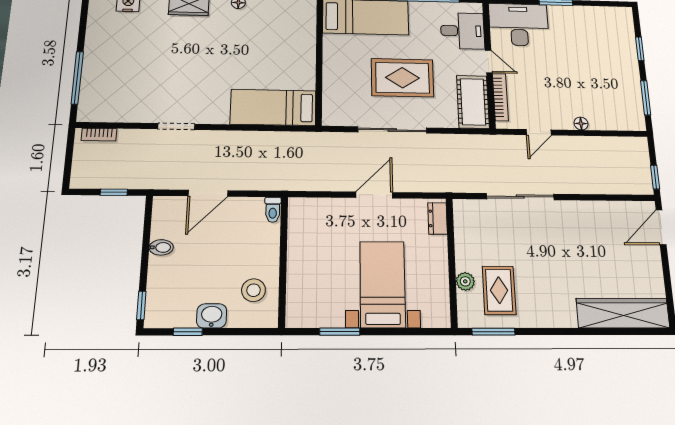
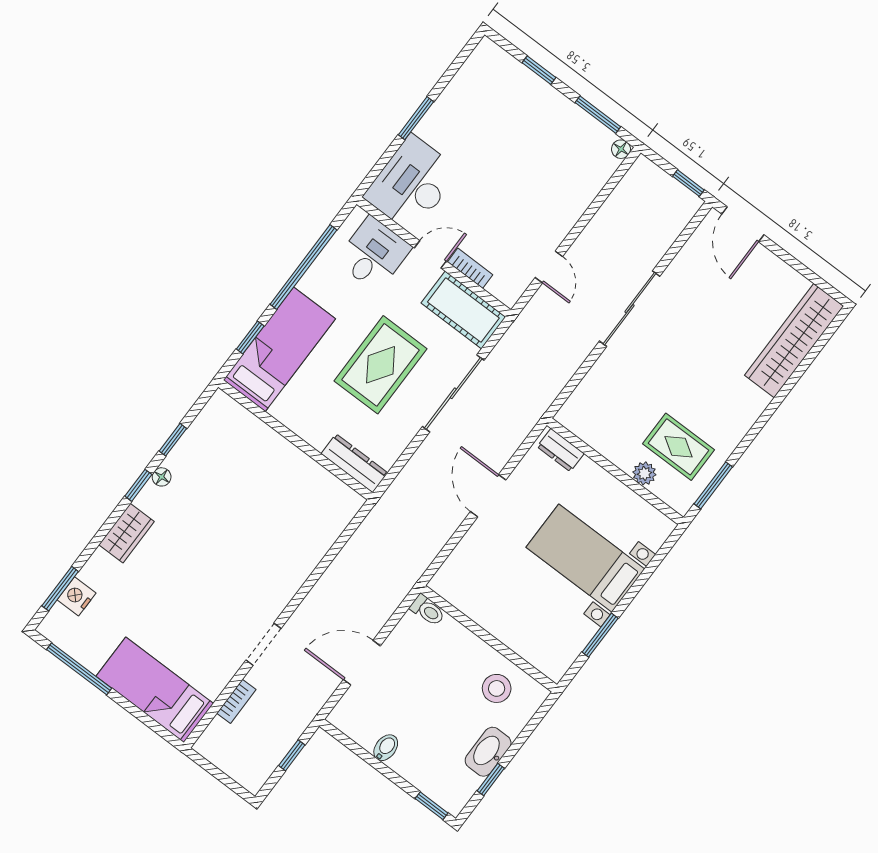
window: (77, 78) -> (79, 669), moved
bookcase: (500, 97) -> (470, 268), width x0.64
dresser: (332, 103) -> (354, 463), added
bed: (273, 107) -> (155, 690), moved, turned 90
floor lamp: (581, 124) -> (621, 149), moved
sliding door: (392, 130) -> (453, 393), moved
bookcase: (99, 135) -> (236, 701), moved
door: (208, 193) -> (362, 663), swing flipped
sliding door: (520, 197) -> (630, 309), moved
washbasin: (212, 316) -> (488, 752), width x1.38

